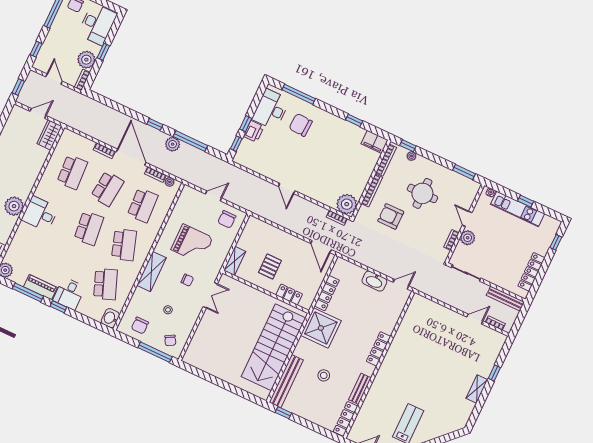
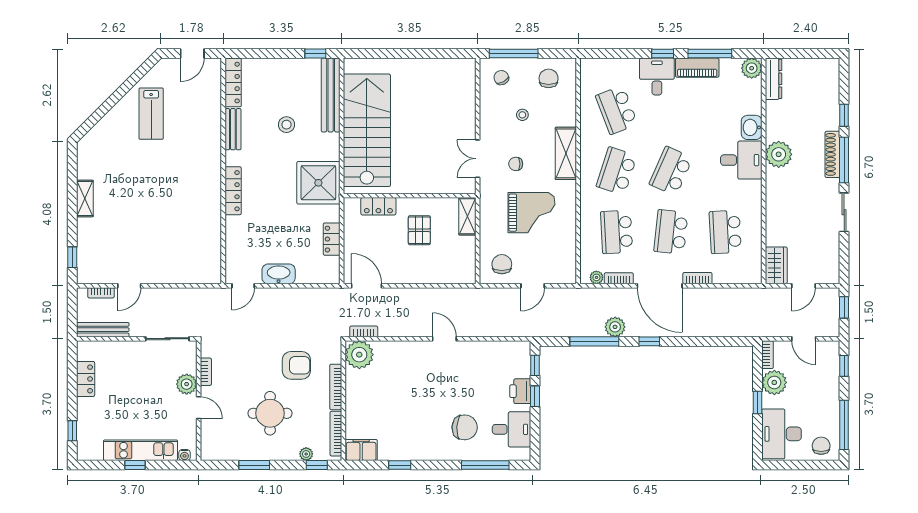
desk: (271, 109) -> (512, 429), width x0.73
window: (464, 172) -> (254, 465), moved
school desk: (89, 228) -> (671, 171), turned 30
grand piano: (192, 244) -> (531, 213), turned 180
school desk: (124, 245) -> (617, 171), turned 36
locker: (531, 272) -> (86, 379), width x0.66
locker: (327, 293) -> (332, 239), width x0.66
washbasin: (110, 318) -> (752, 127), moved, turned 180
window: (494, 373) -> (72, 257), moved

